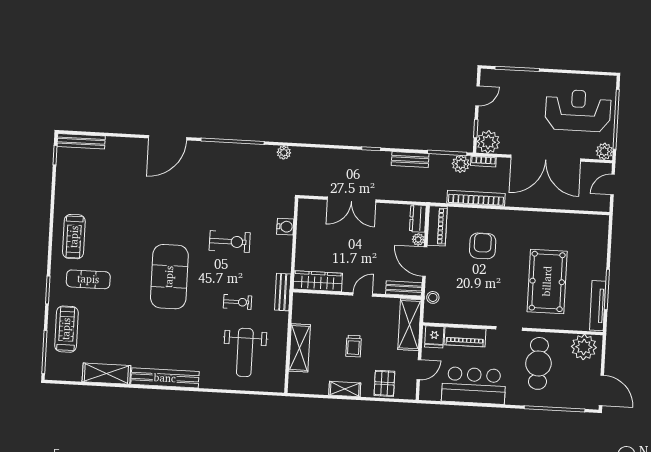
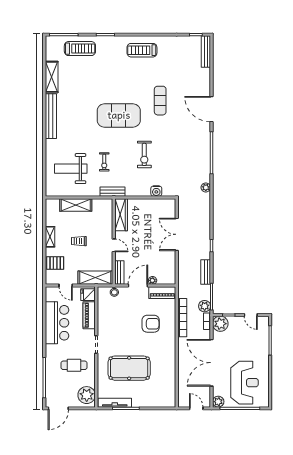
dresser: (418, 218) -> (167, 279), removed
exercise mat: (88, 279) -> (160, 101), moved
cafe table: (538, 363) -> (74, 365), width x0.73, depth x0.74

